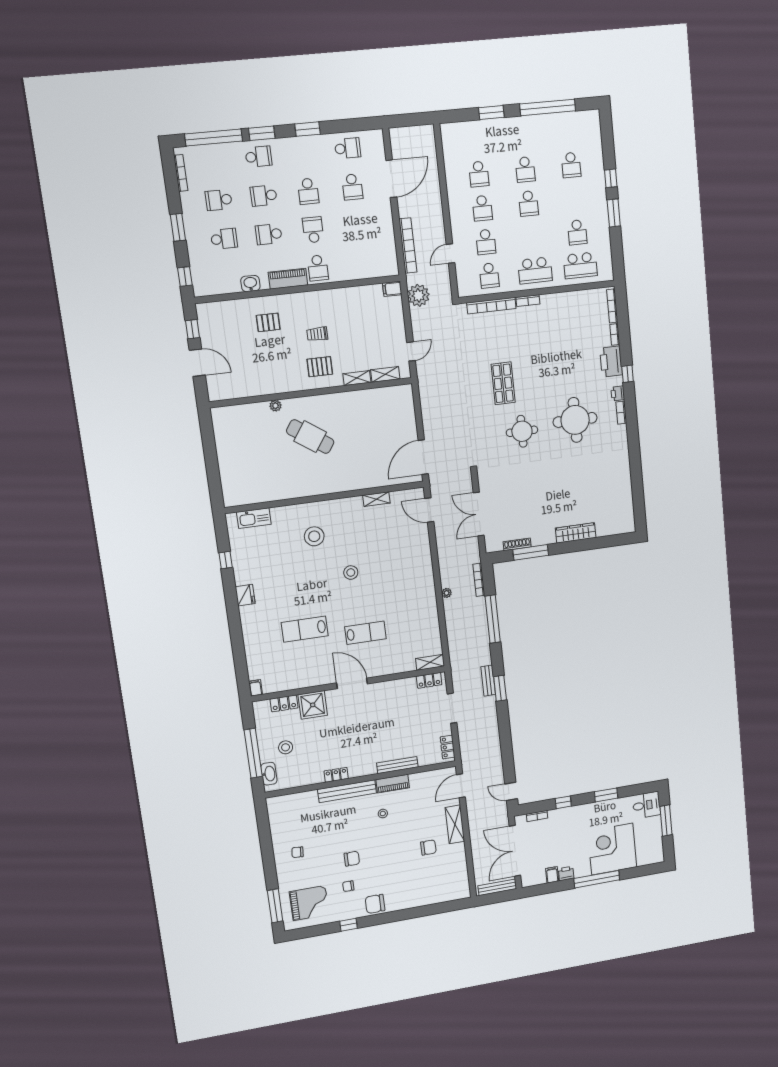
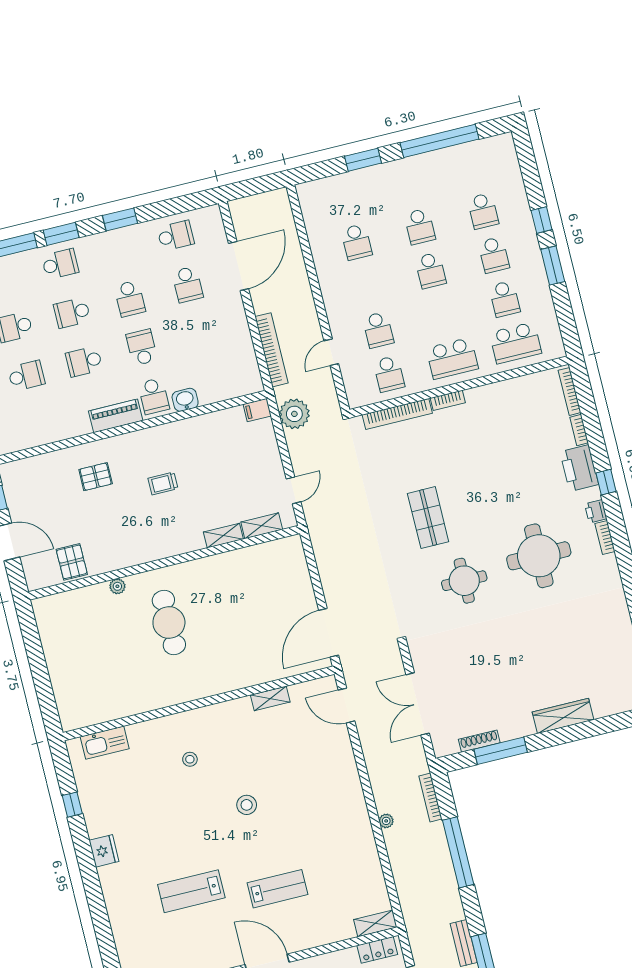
school desk: (482, 208) -> (494, 255), moved
washbasin: (250, 284) -> (185, 400), moved
pallet: (320, 367) -> (72, 562), moved, turned 90
cafe table: (310, 437) -> (169, 622), turned 55
stool: (314, 536) -> (190, 759), width x0.53, depth x0.53

